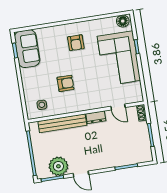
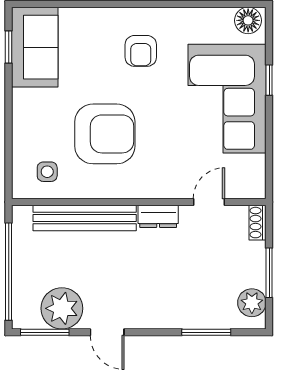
armchair: (65, 83) -> (105, 134), width x1.88, depth x1.88
door: (118, 107) -> (209, 202), swing flipped
plant: (145, 150) -> (252, 303), added

